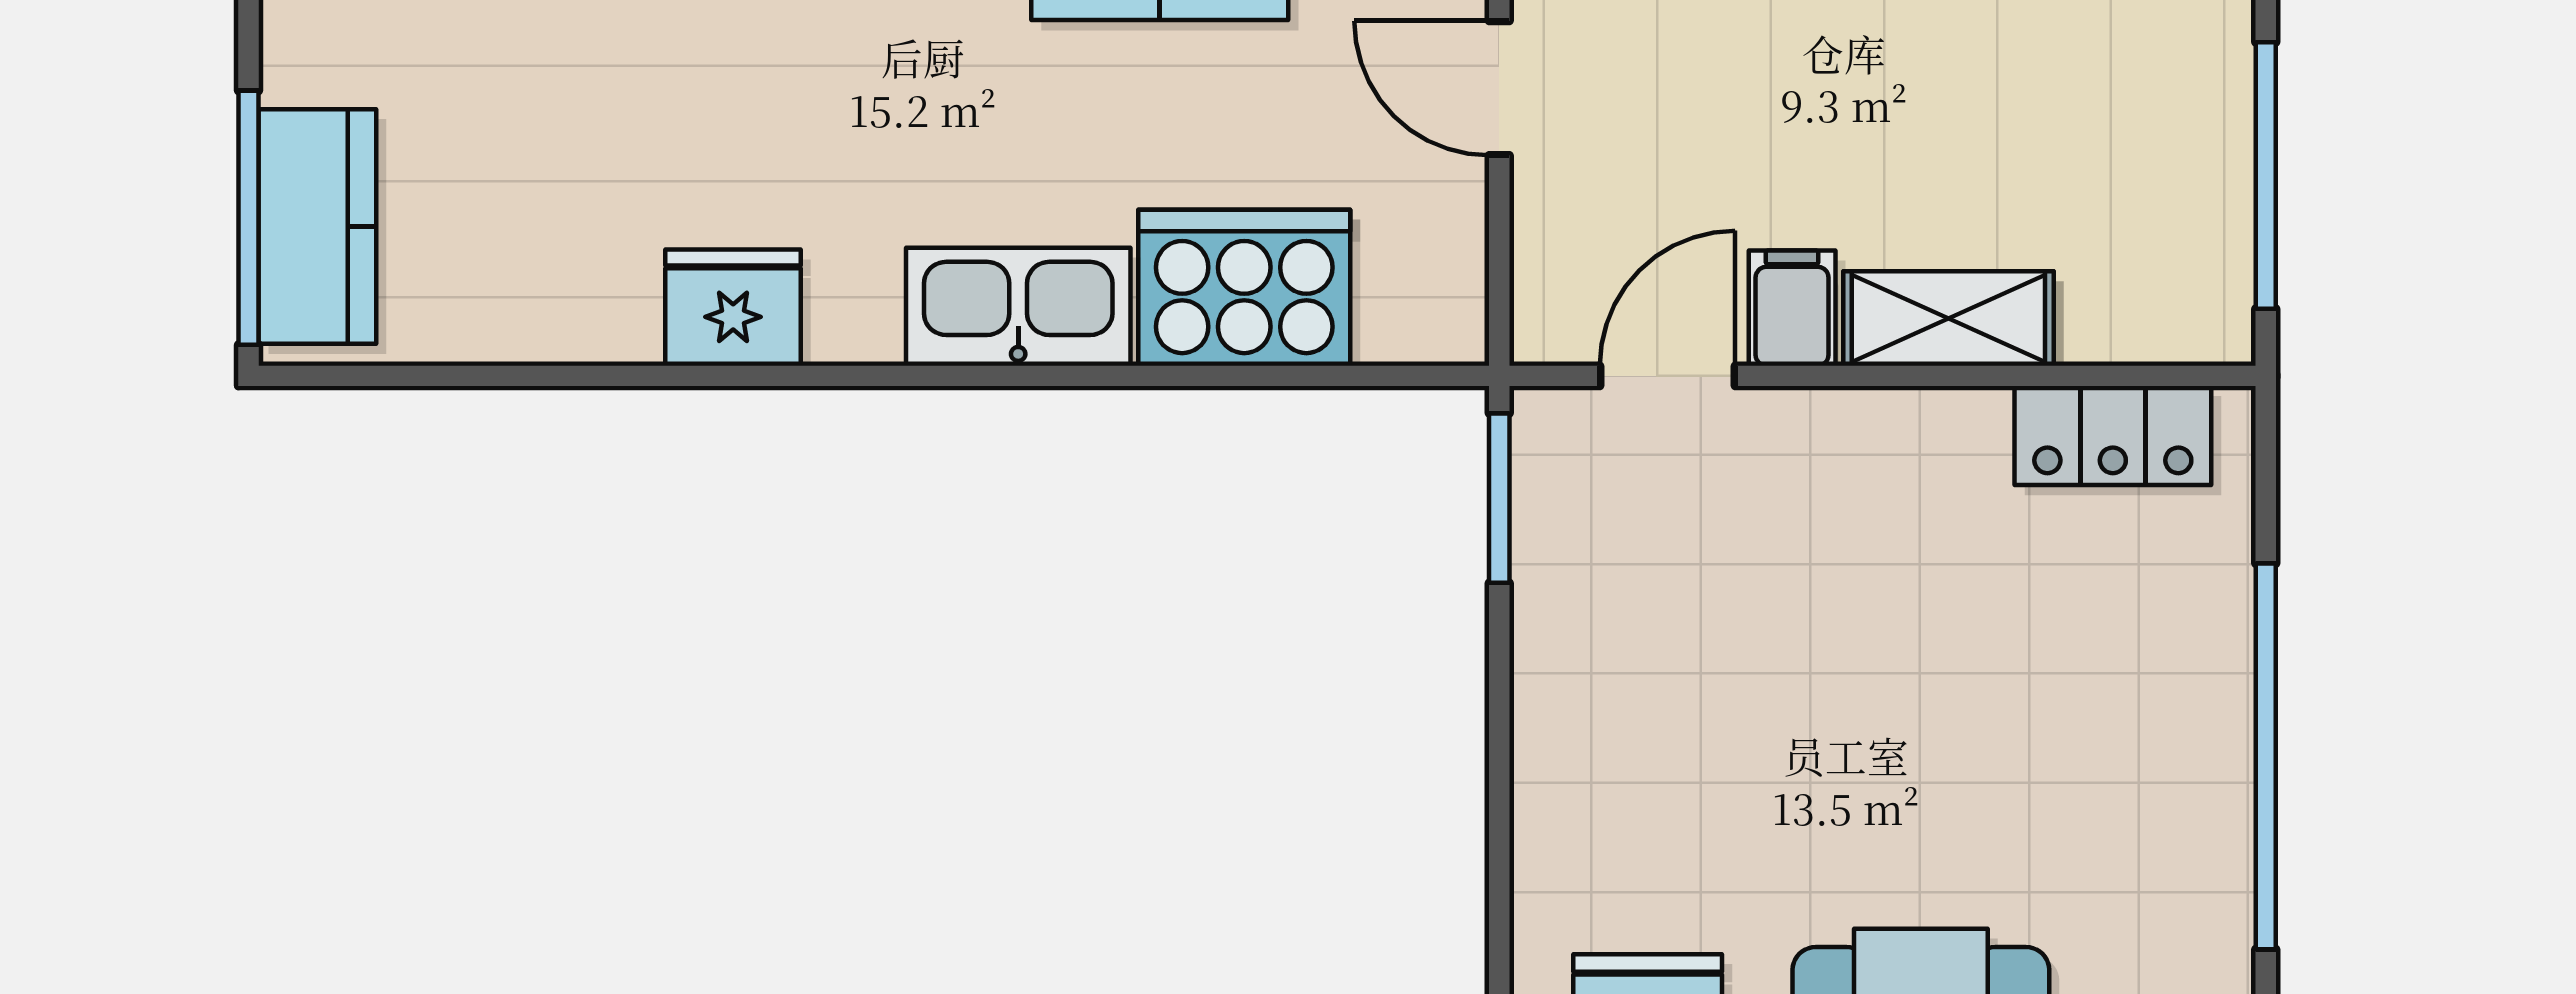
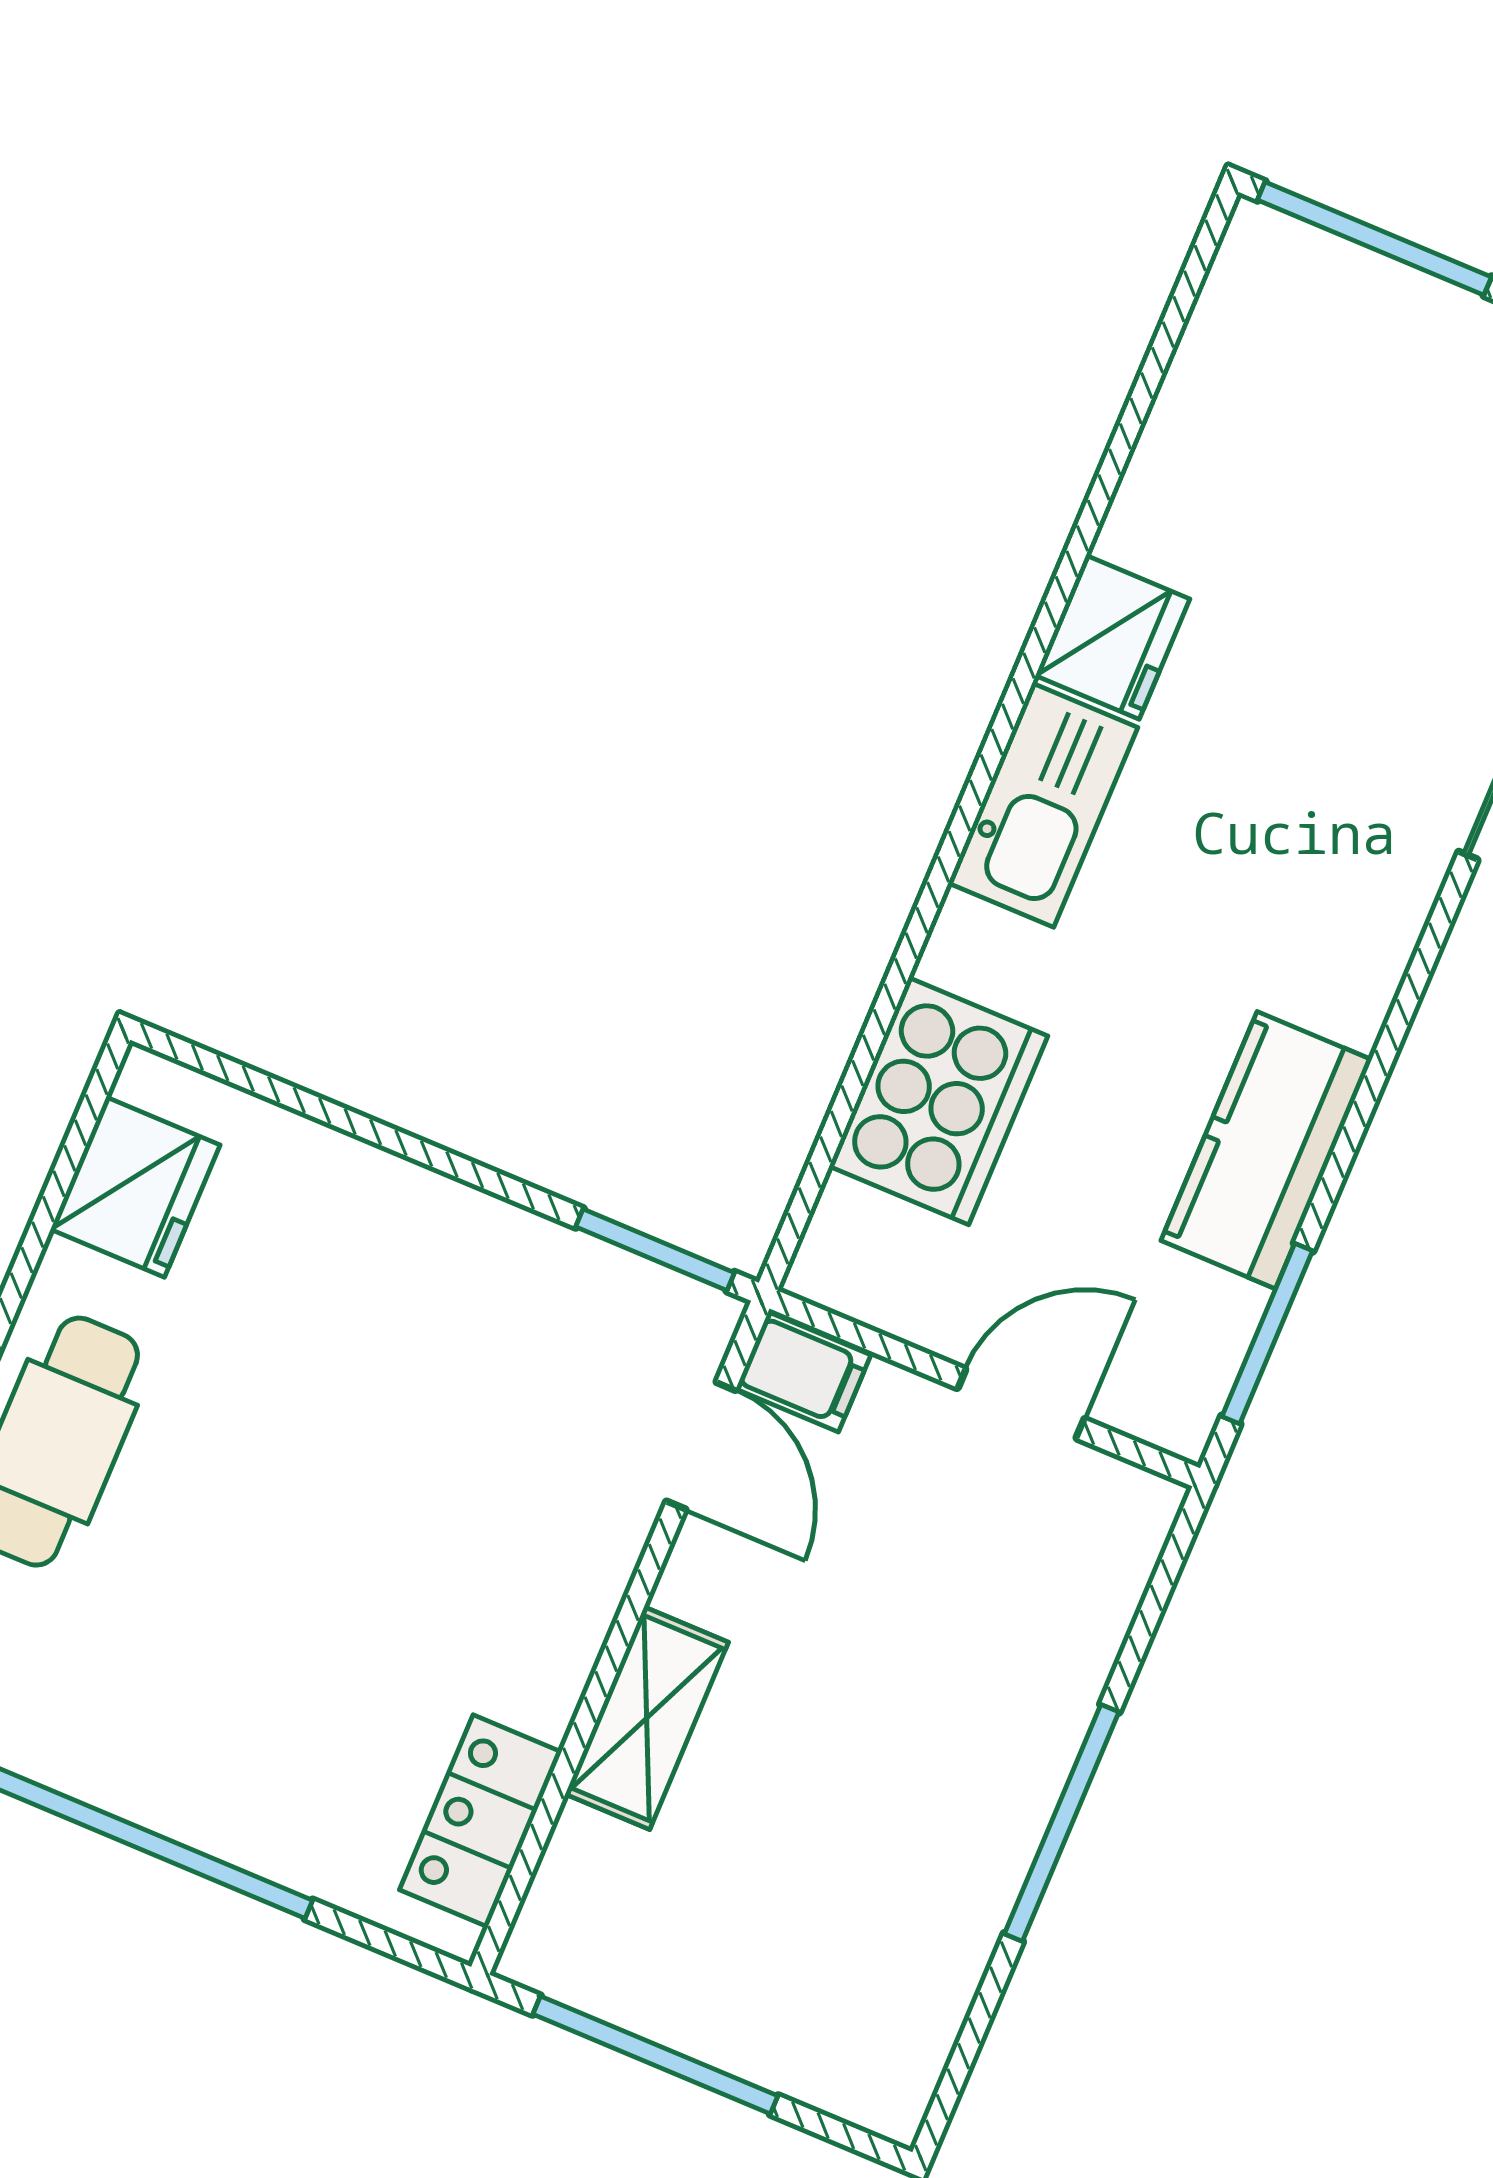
kitchen counter: (317, 226) -> (1341, 297), removed
kitchen sink: (1018, 307) -> (1043, 805), moved
filing cabinet: (1792, 308) -> (803, 1372), moved

